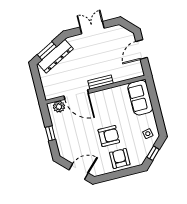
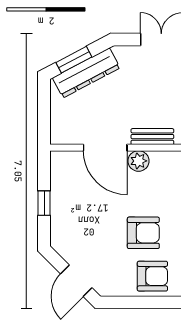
plant: (59, 107) -> (139, 161), moved
armchair: (120, 158) -> (152, 276), turned 90
door: (79, 171) -> (76, 281), swing flipped

